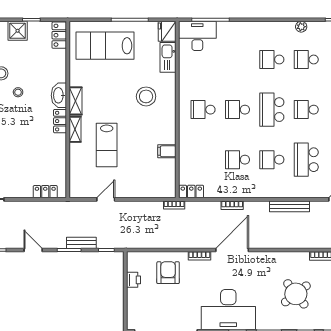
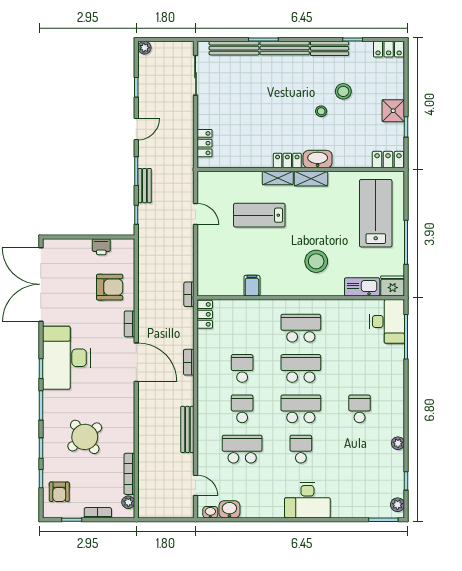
school desk: (306, 60) -> (360, 449), removed
school desk: (203, 110) -> (301, 328), width x1.85
school desk: (237, 110) -> (301, 368), width x1.85

